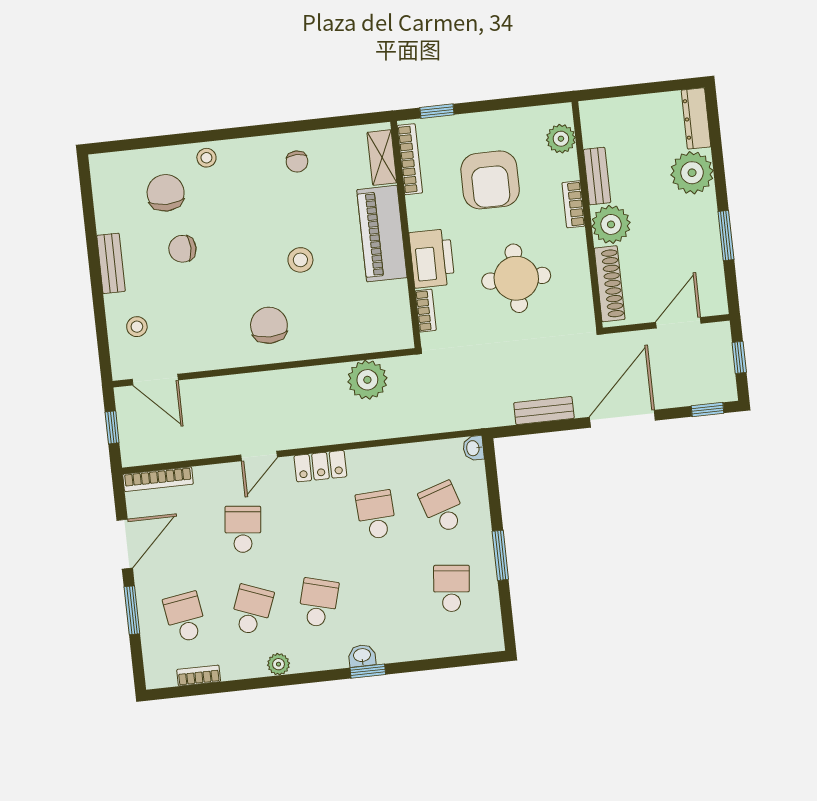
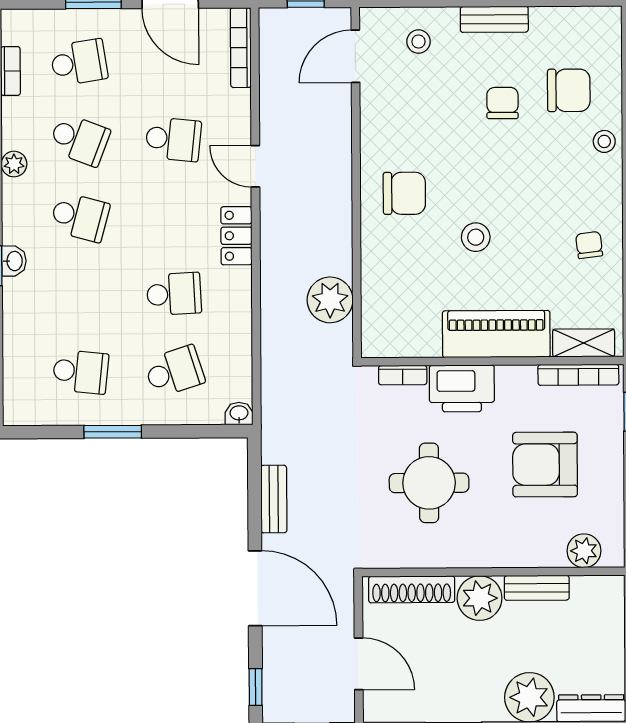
chair: (297, 162) -> (589, 245), turned 83
bookcase: (574, 204) -> (507, 557), removed

